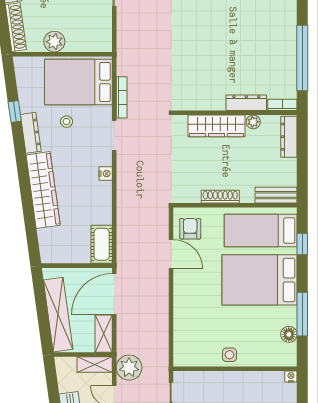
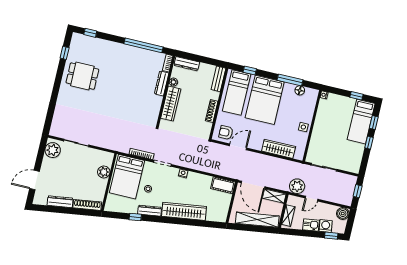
plant: (54, 42) -> (104, 172), moved
wardrobe: (184, 322) -> (279, 149), added
shelving: (95, 364) -> (288, 216), moved

